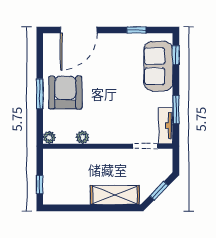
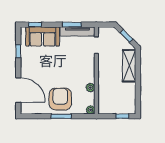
armchair: (65, 92) -> (60, 99), turned 90
tv unit: (166, 126) -> (77, 31), width x1.41

